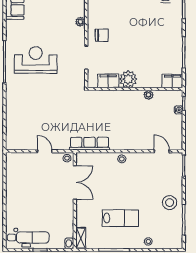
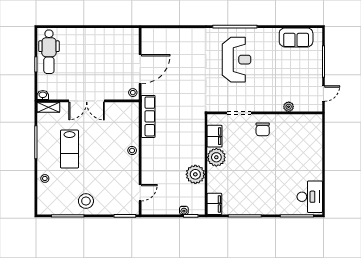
plant: (80, 22) -> (289, 107), moved
plant: (148, 95) -> (195, 174), width x1.88, depth x1.88
door: (45, 151) -> (140, 69), width x1.88
double door: (75, 182) -> (87, 101), moved

